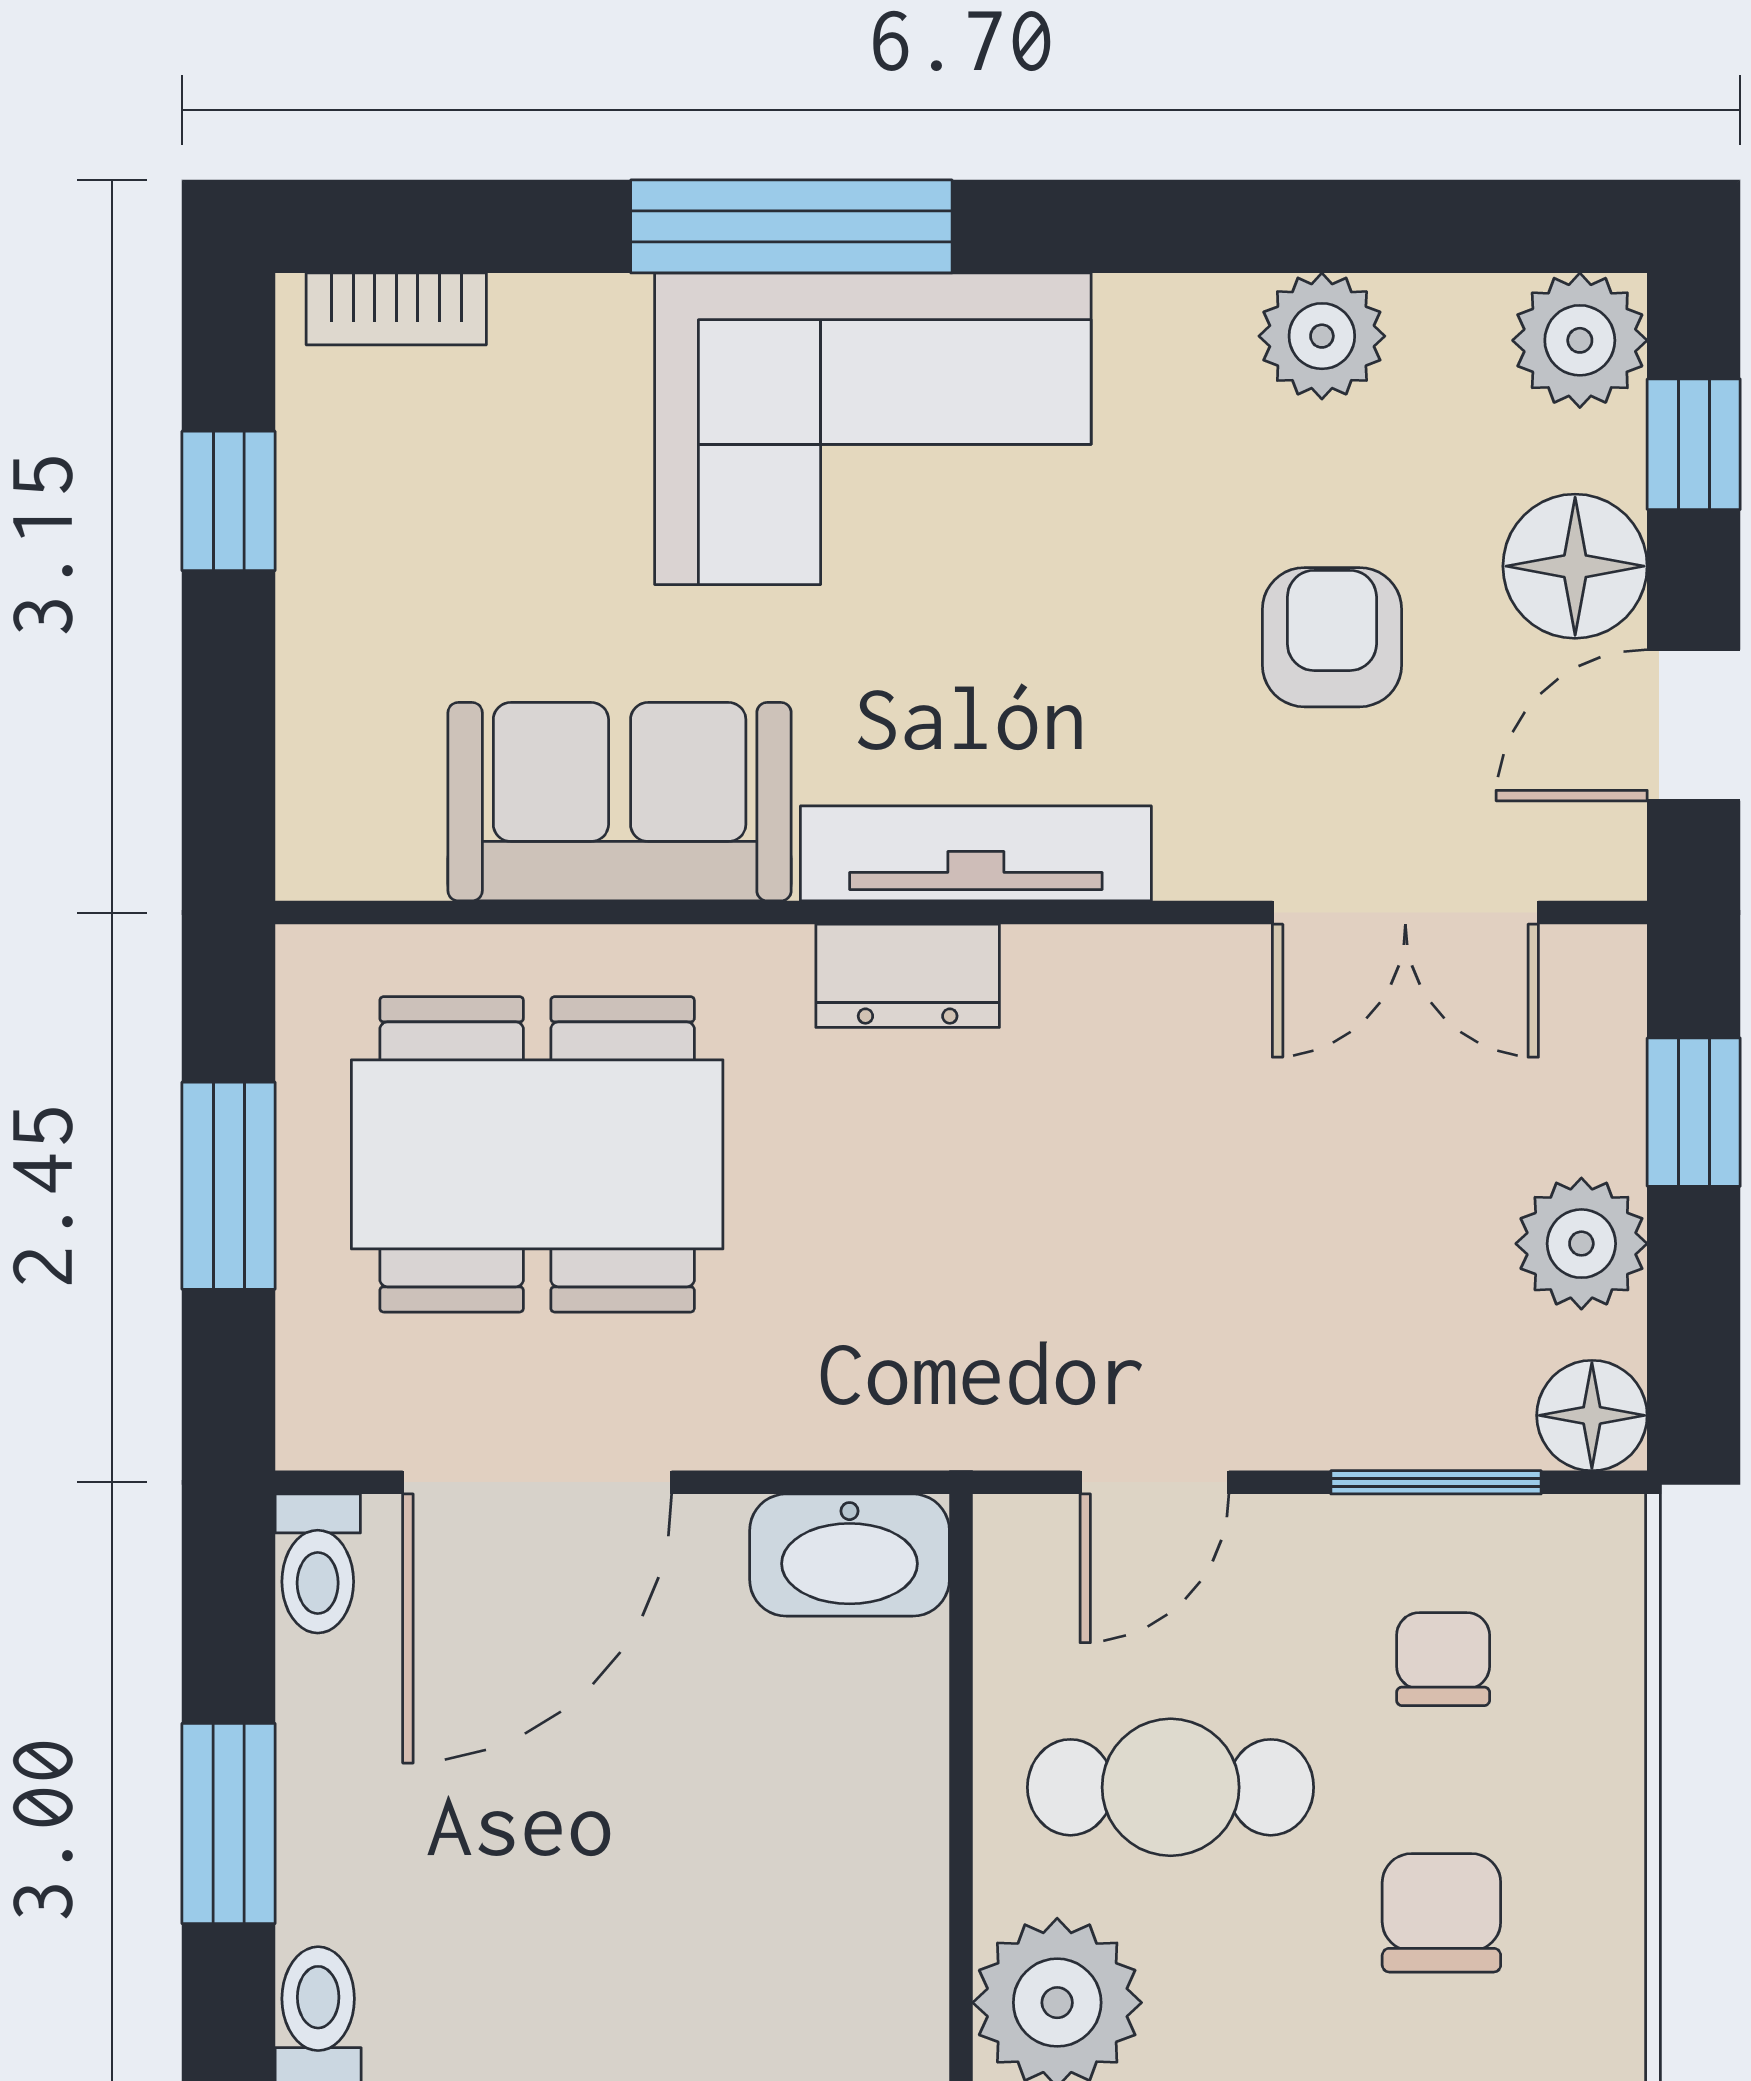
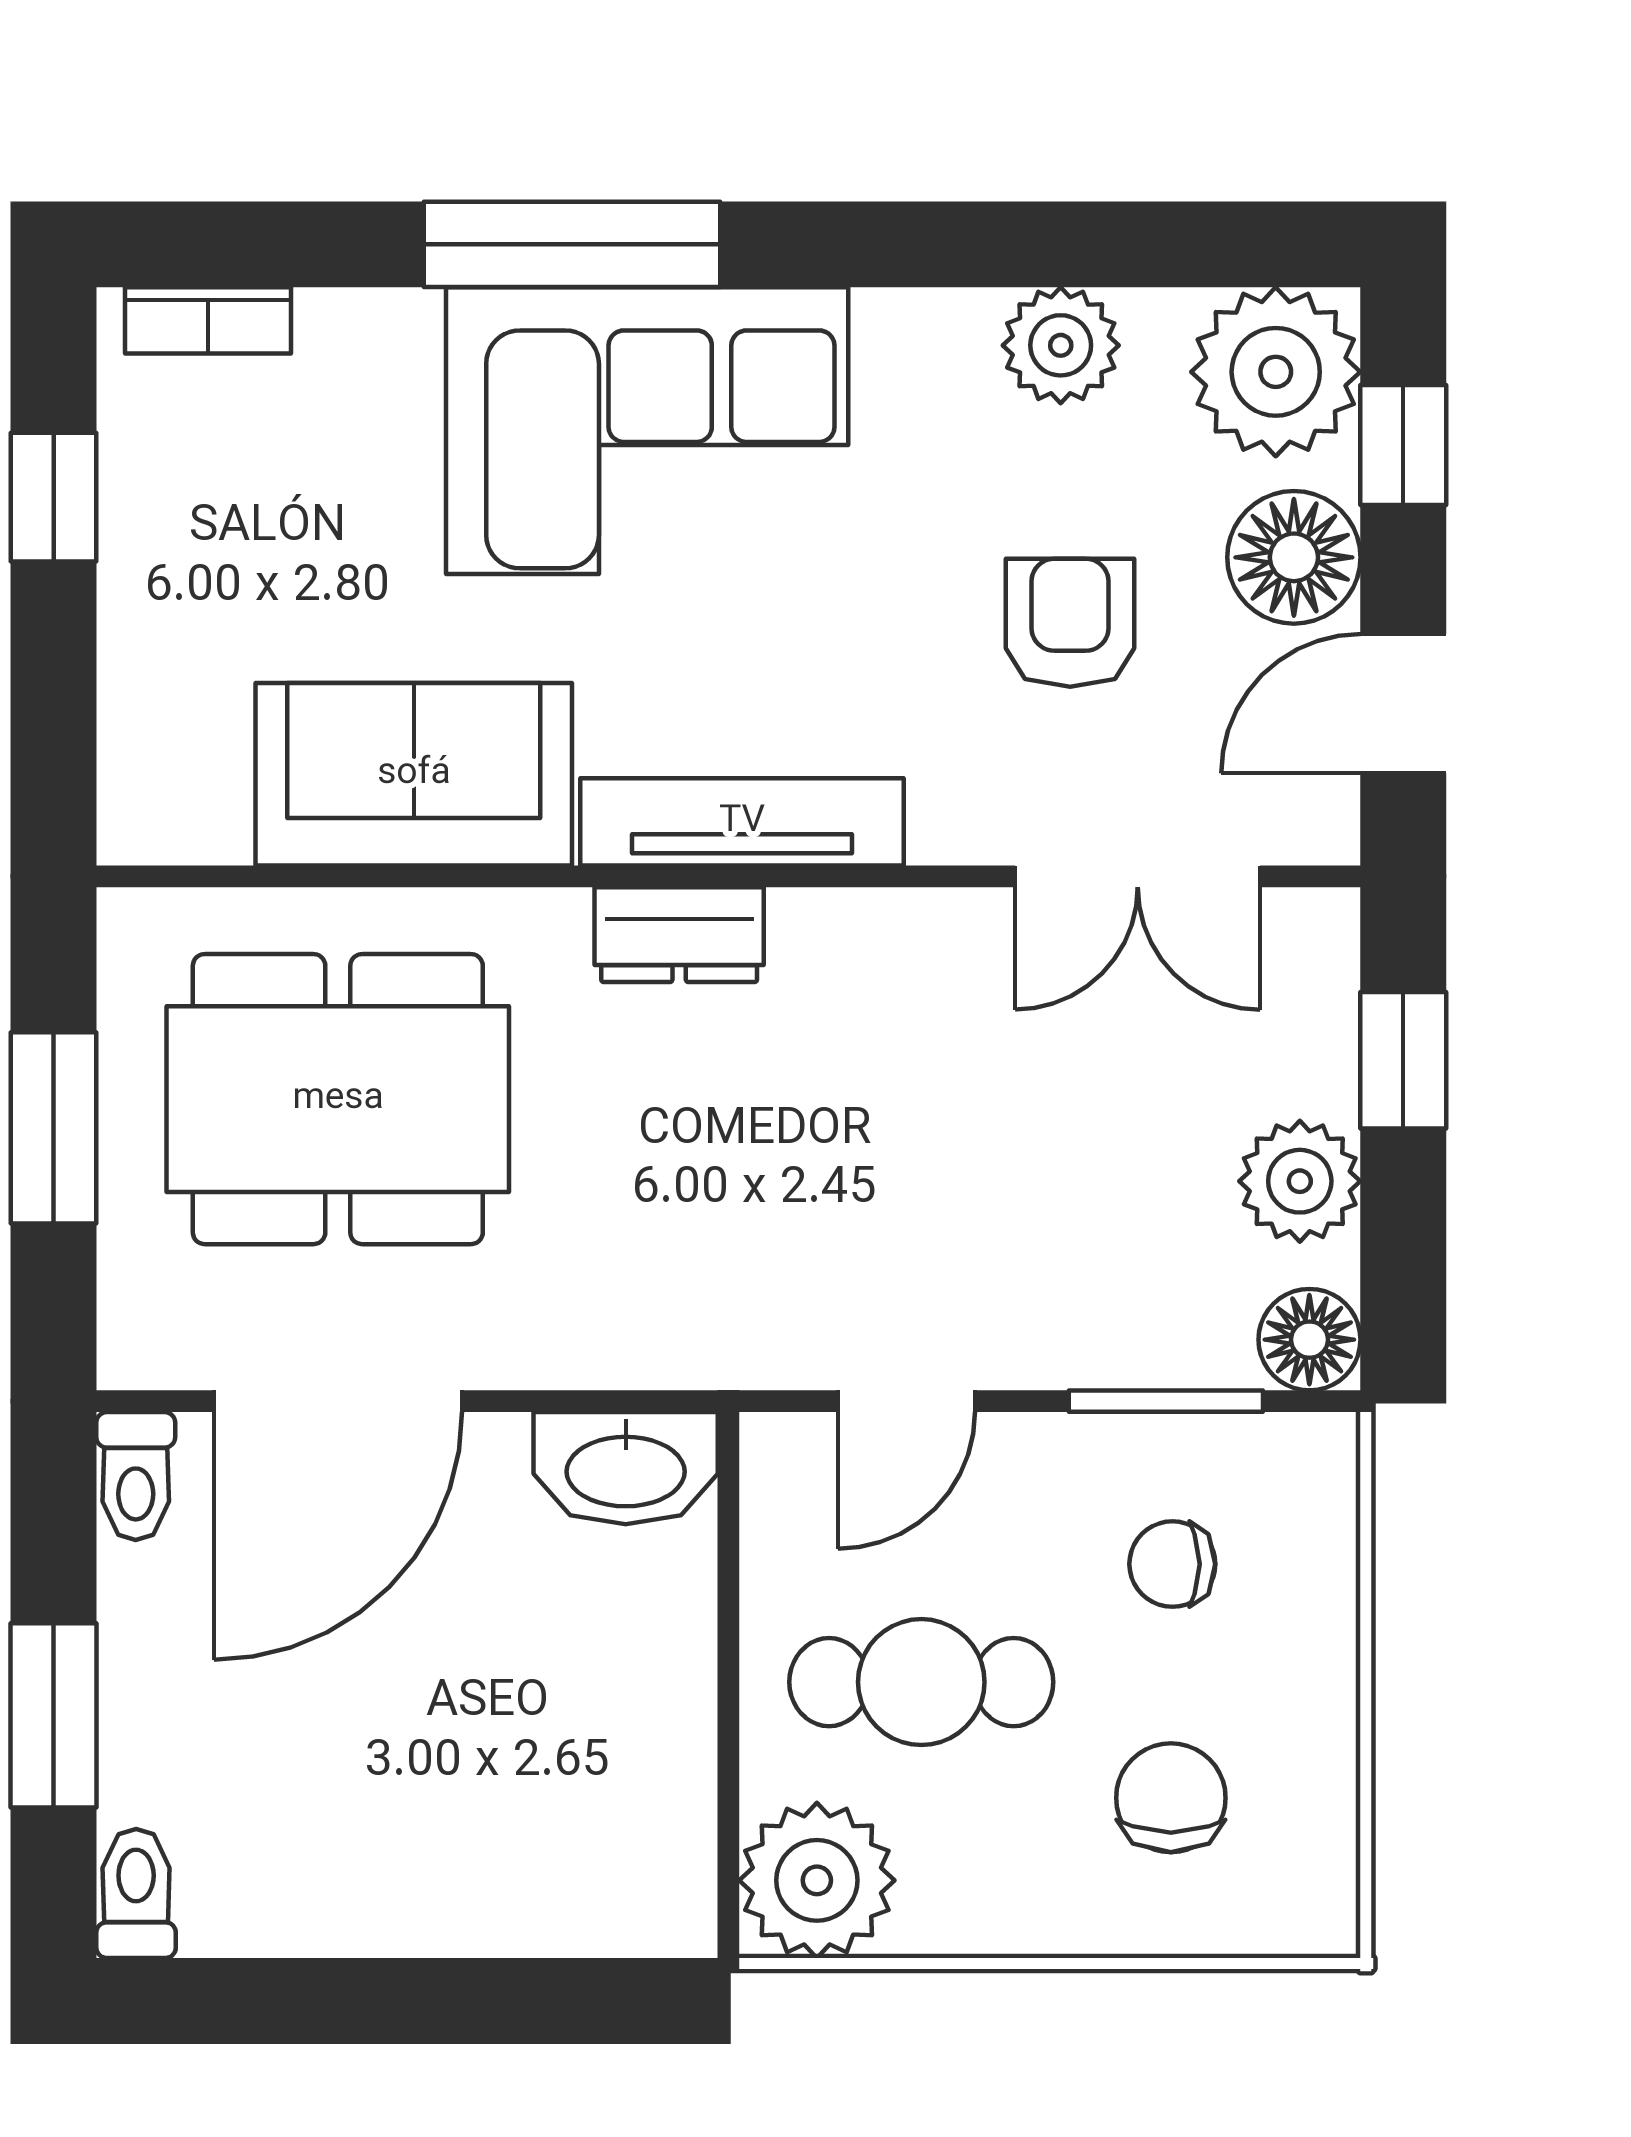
plant: (1580, 340) -> (1276, 372), width x1.36, depth x1.36
chair: (1443, 1659) -> (1172, 1564), turned -90

